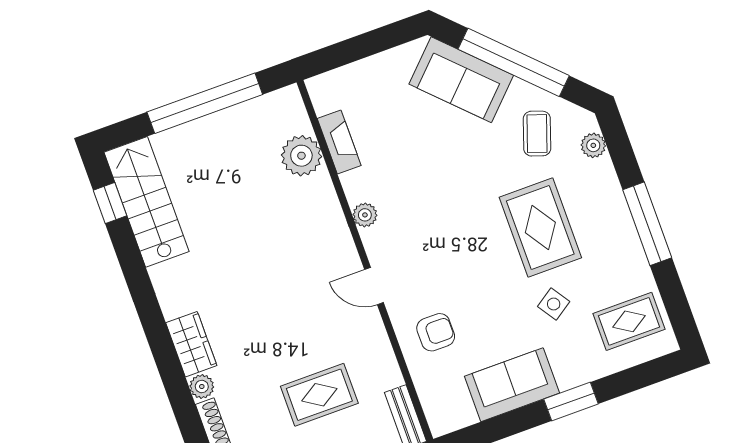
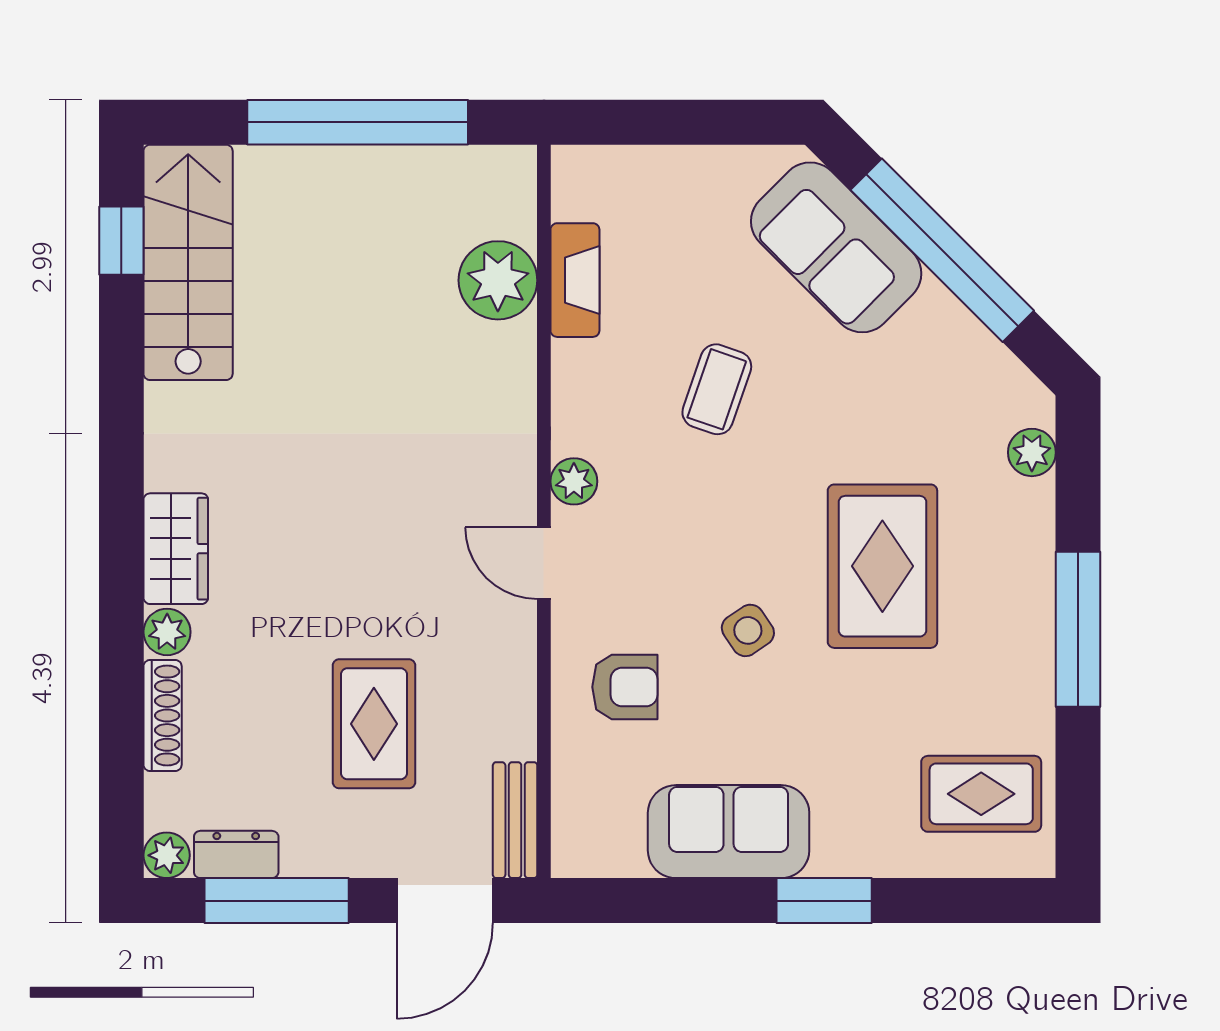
coffee table: (537, 134) -> (717, 389), moved
plant: (365, 215) -> (574, 481), moved
side table: (554, 304) -> (748, 630), moved
rug: (319, 395) -> (374, 724), turned 90

